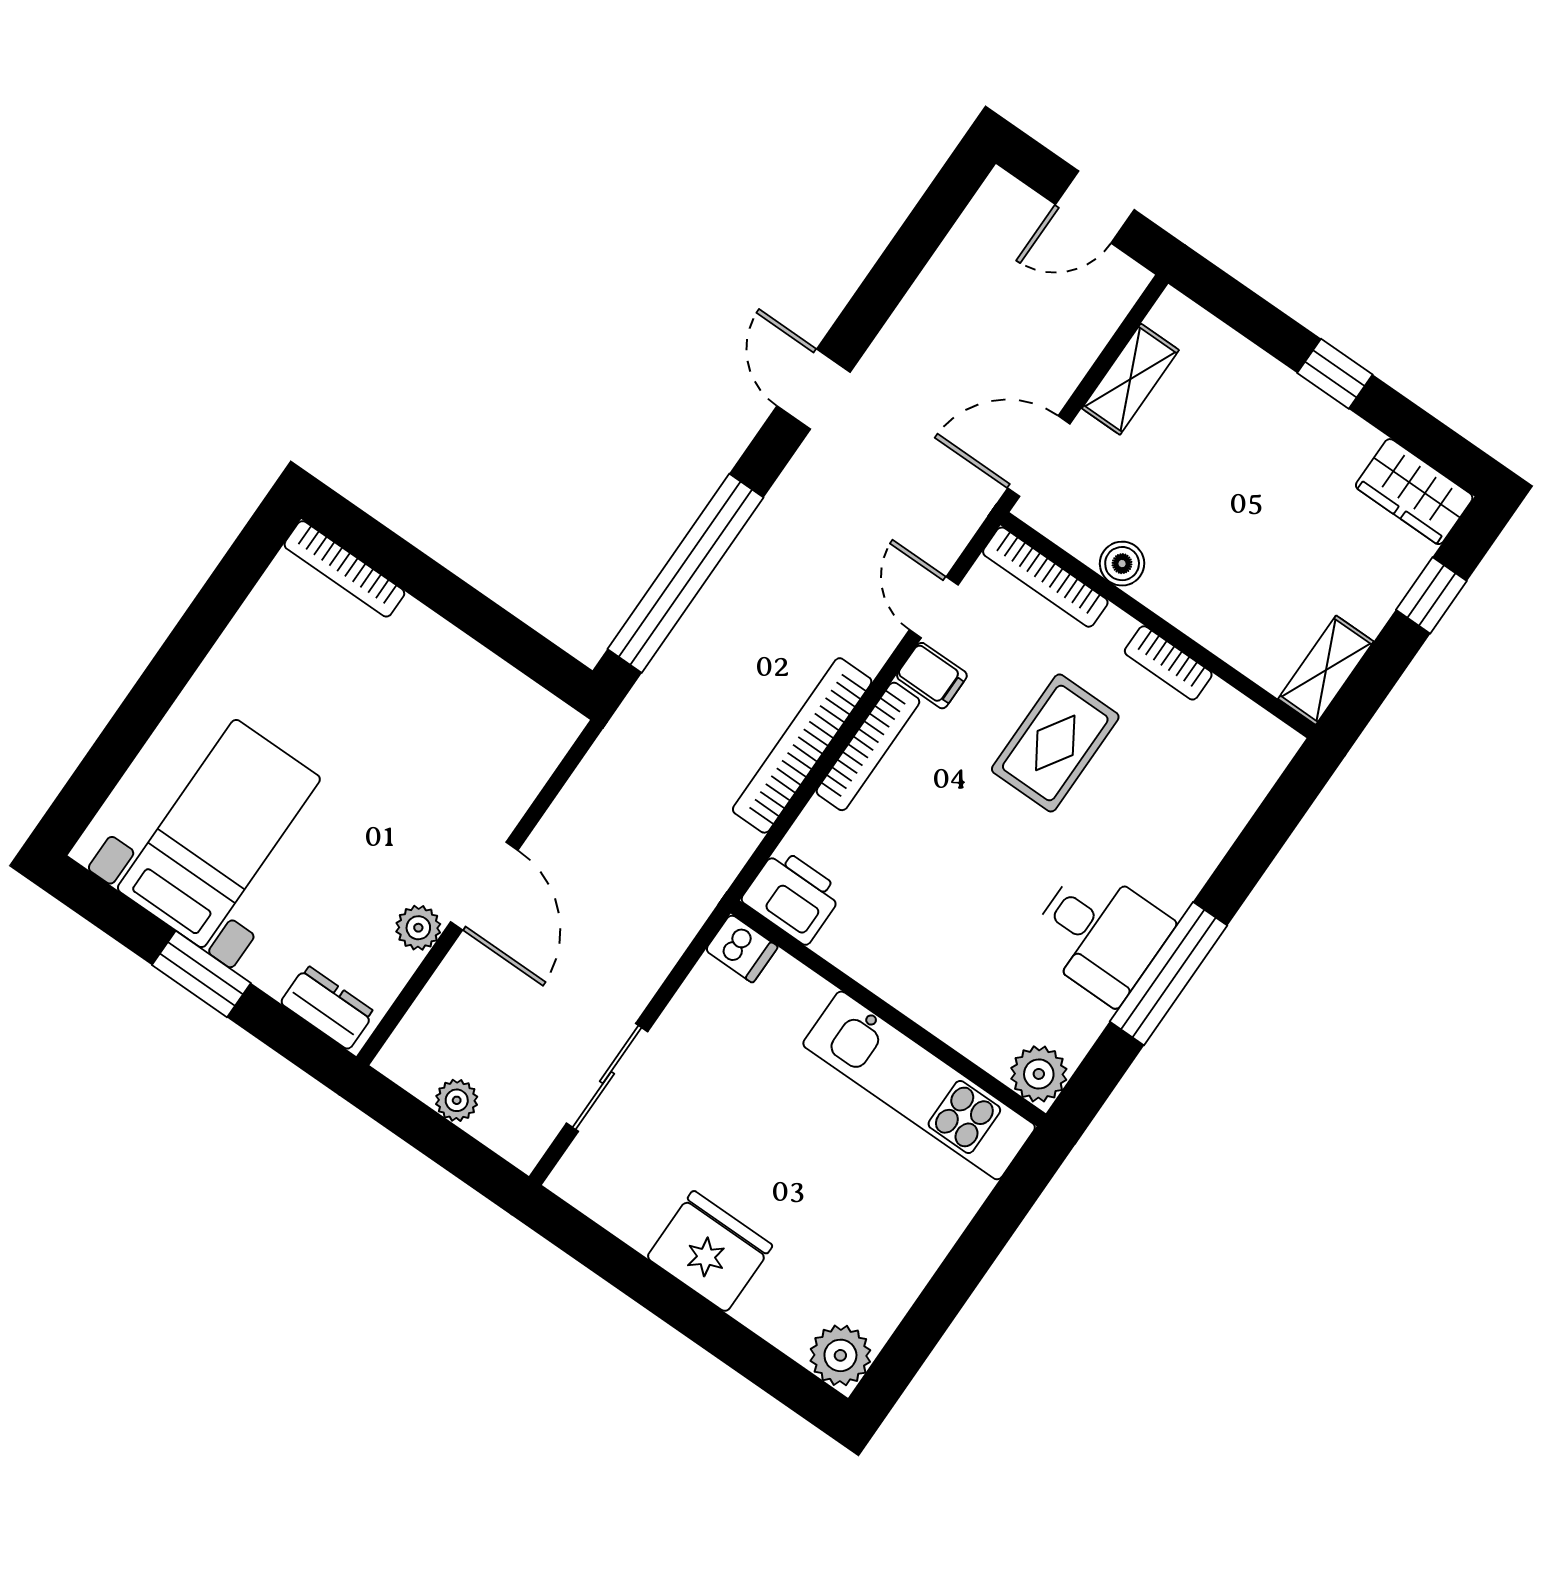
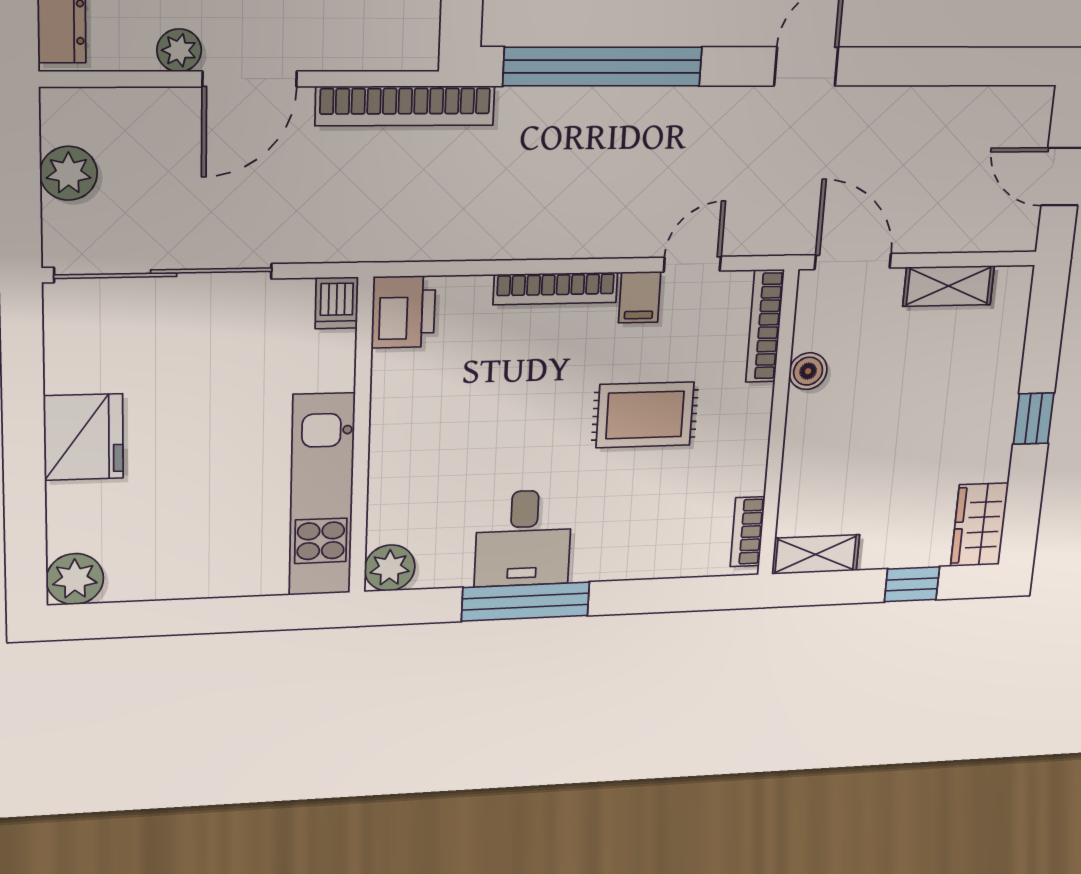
bookcase: (1168, 663) -> (748, 532), moved
bookcase: (802, 745) -> (405, 106), moved, turned 180
sliding door: (607, 1077) -> (164, 273), width x1.86
plant: (457, 1100) -> (69, 173), width x1.38, depth x1.38

